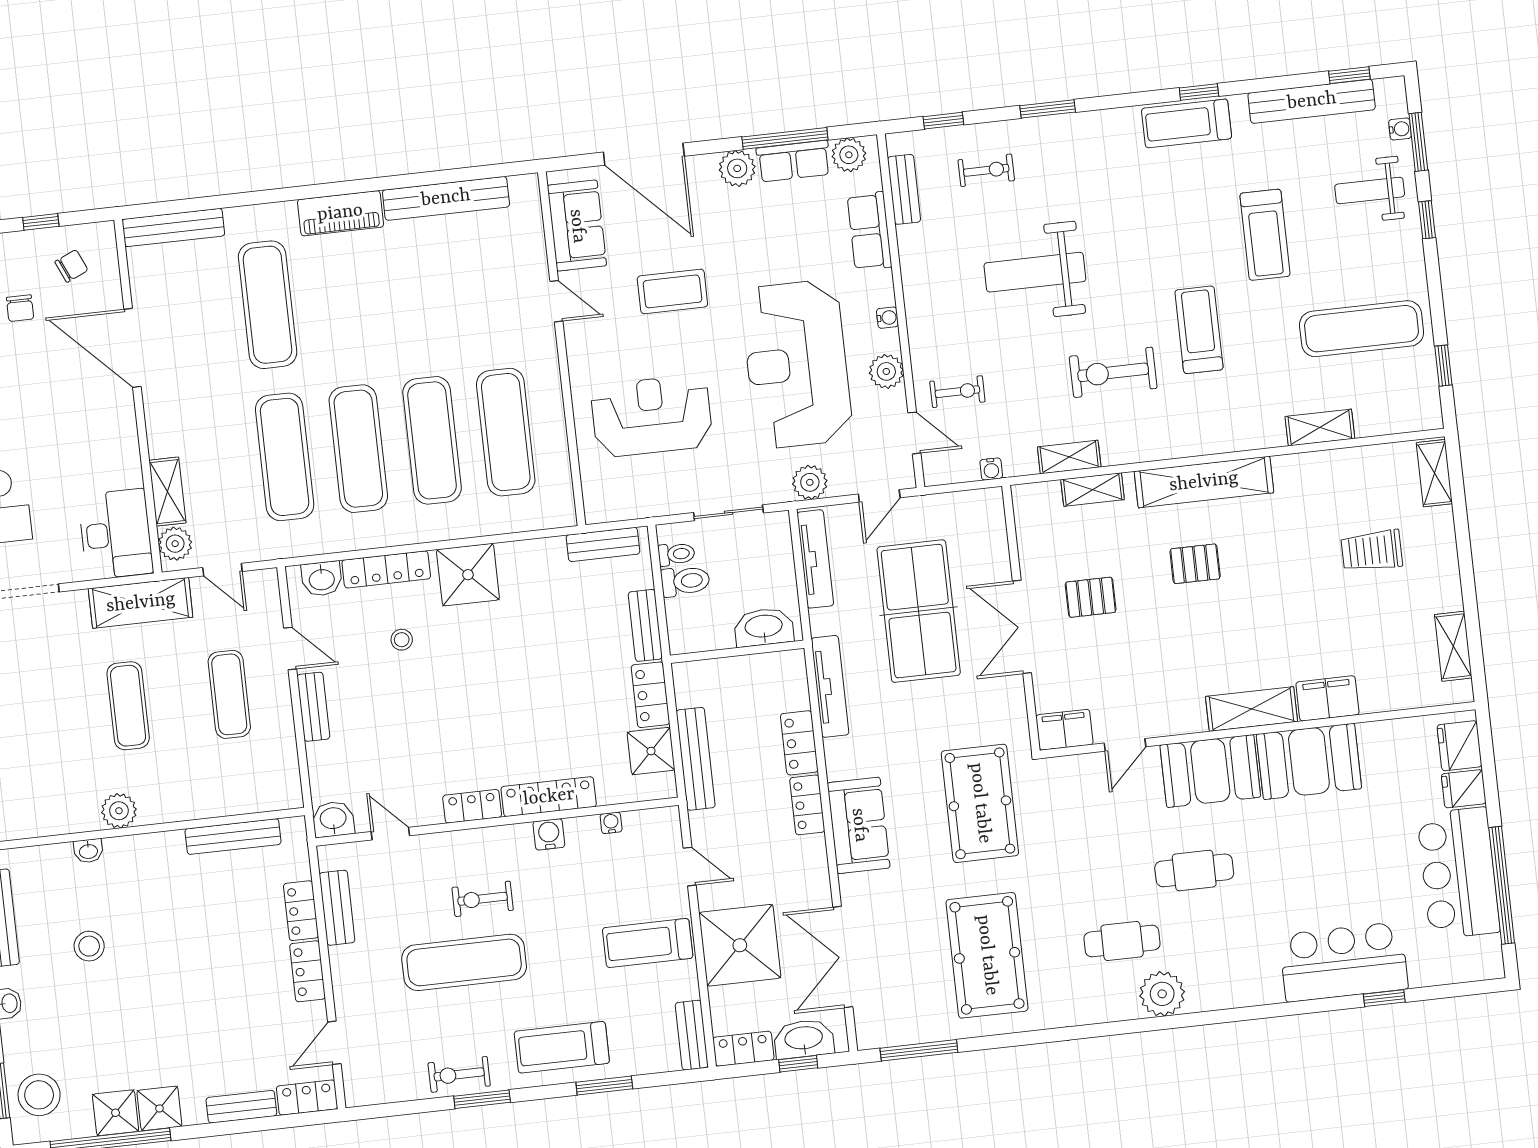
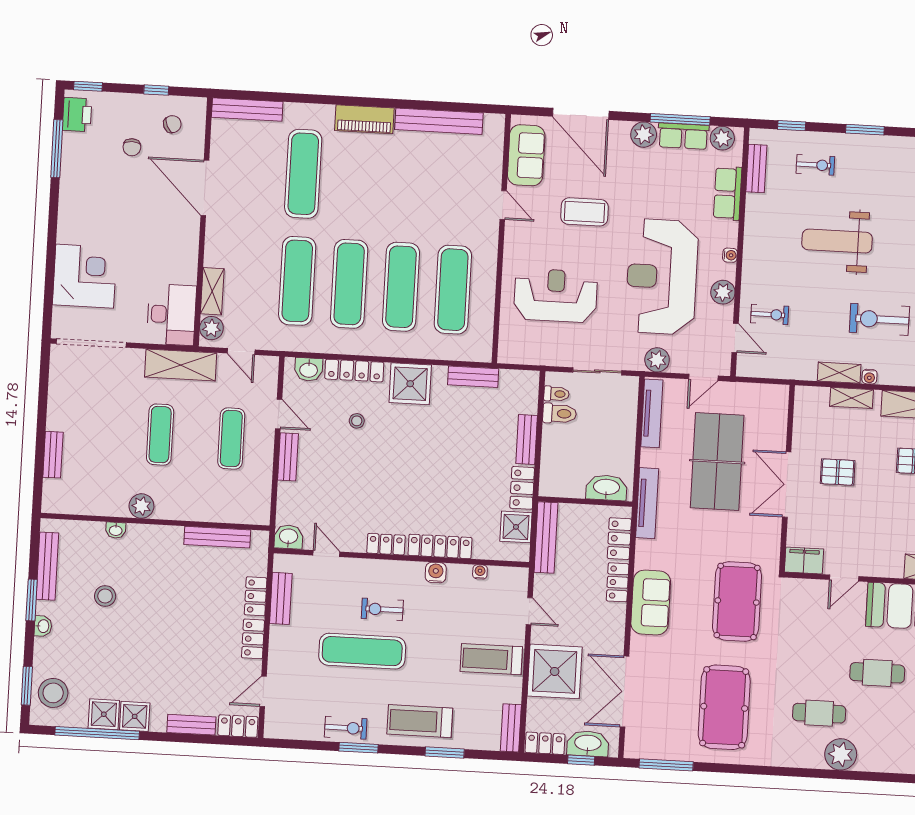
water cooler: (991, 469) -> (869, 377), moved
bench: (603, 544) -> (473, 377), moved
washbasin: (764, 627) -> (606, 488), moved
wall: (737, 652) -> (585, 501), moved
exercise bike: (459, 1074) -> (346, 728), turned 180

